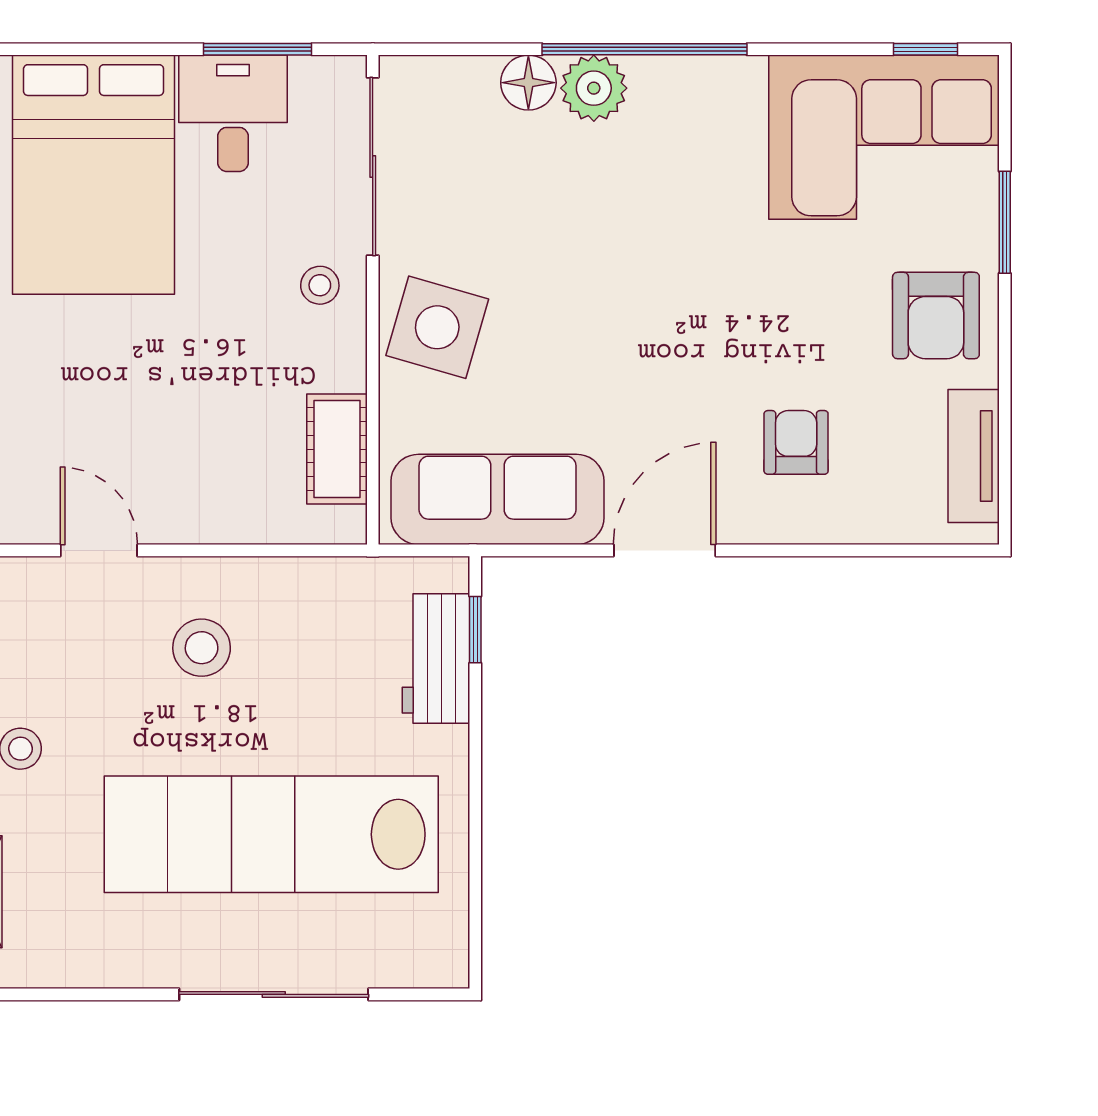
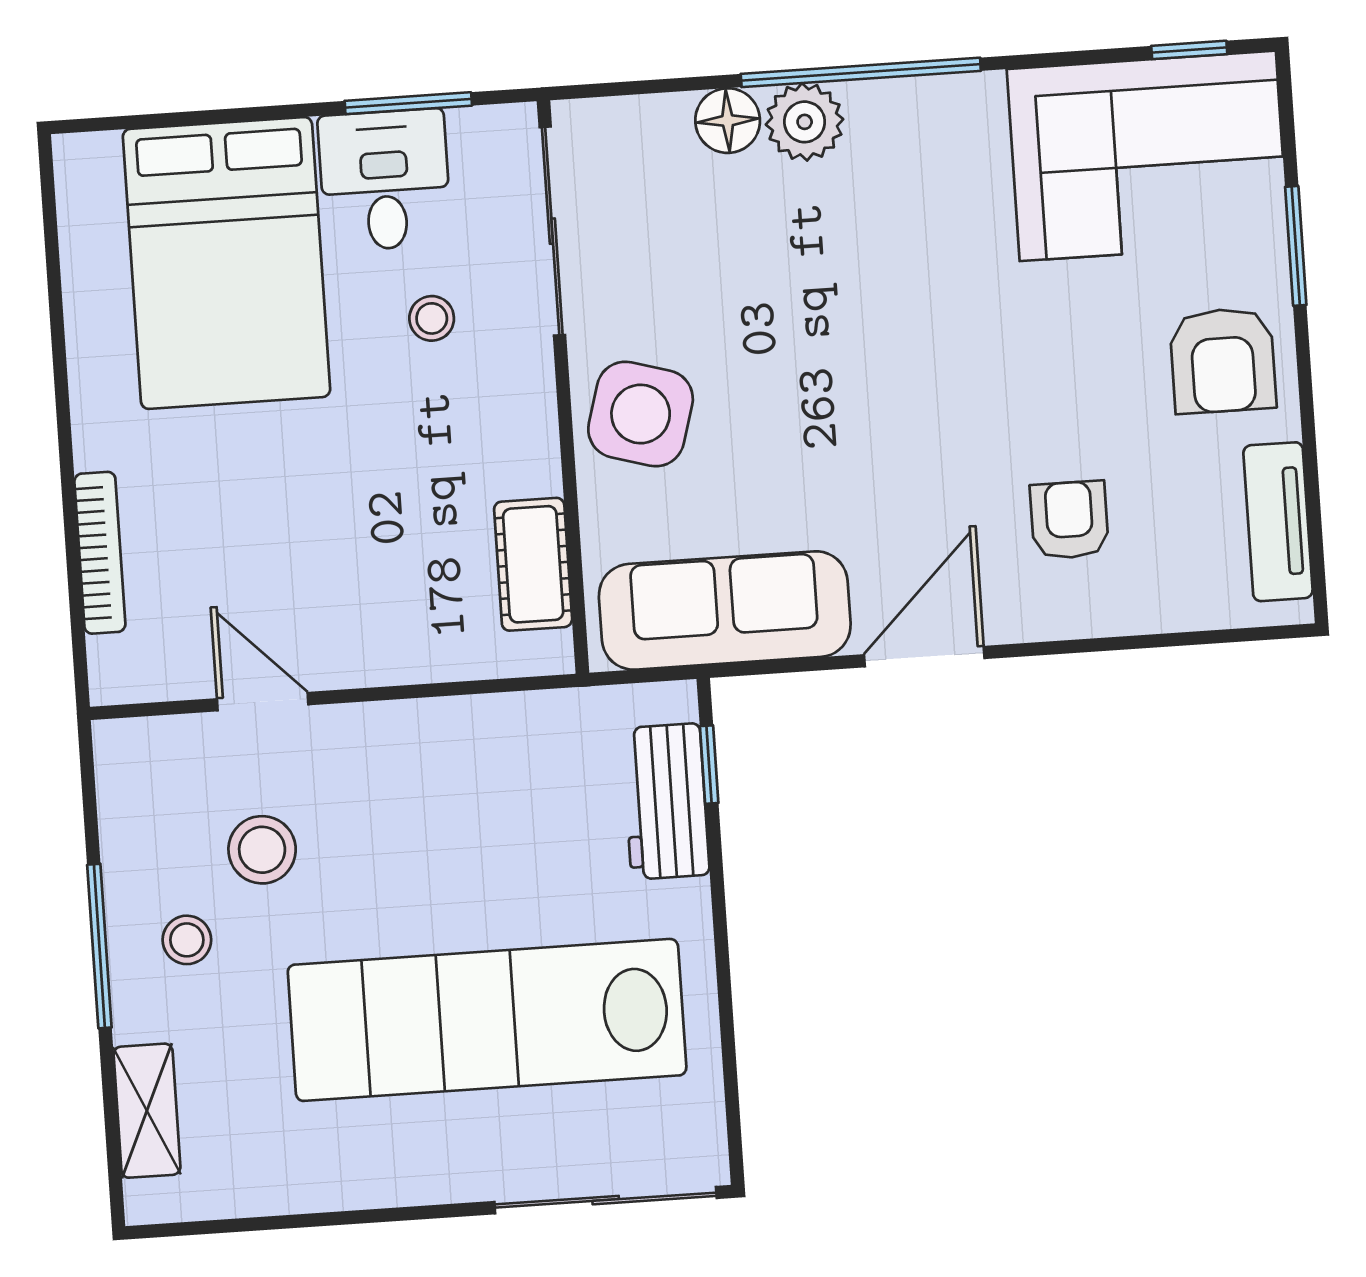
stool: (320, 285) -> (432, 318), moved
stool: (202, 648) -> (262, 850), moved
sliding door: (274, 994) -> (606, 1200), moved

